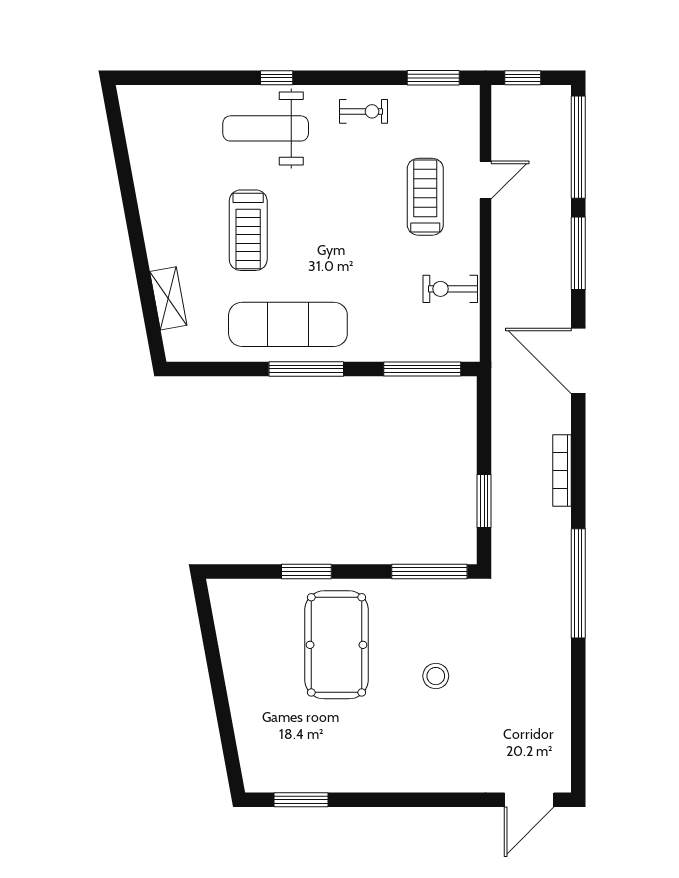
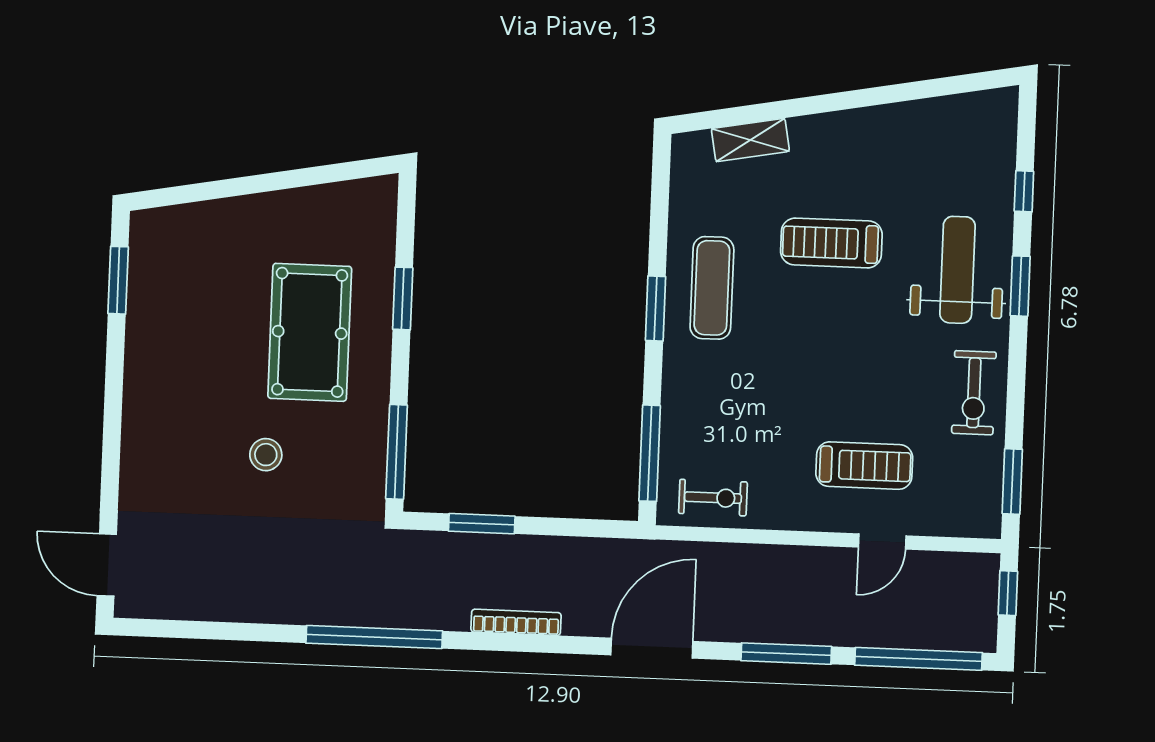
window: (201, 78) -> (1024, 191), added
window: (277, 78) -> (1020, 286), width x1.50
exercise bike: (363, 111) -> (974, 393), width x1.38, depth x1.39
door: (486, 180) -> (882, 542), hinge flipped
exercise bike: (450, 289) -> (713, 498), moved, turned 90
exercise mat: (288, 324) -> (712, 288), width x0.73, depth x0.69
window: (306, 369) -> (655, 308), width x0.69
pool table: (336, 645) -> (310, 332), turned 90

